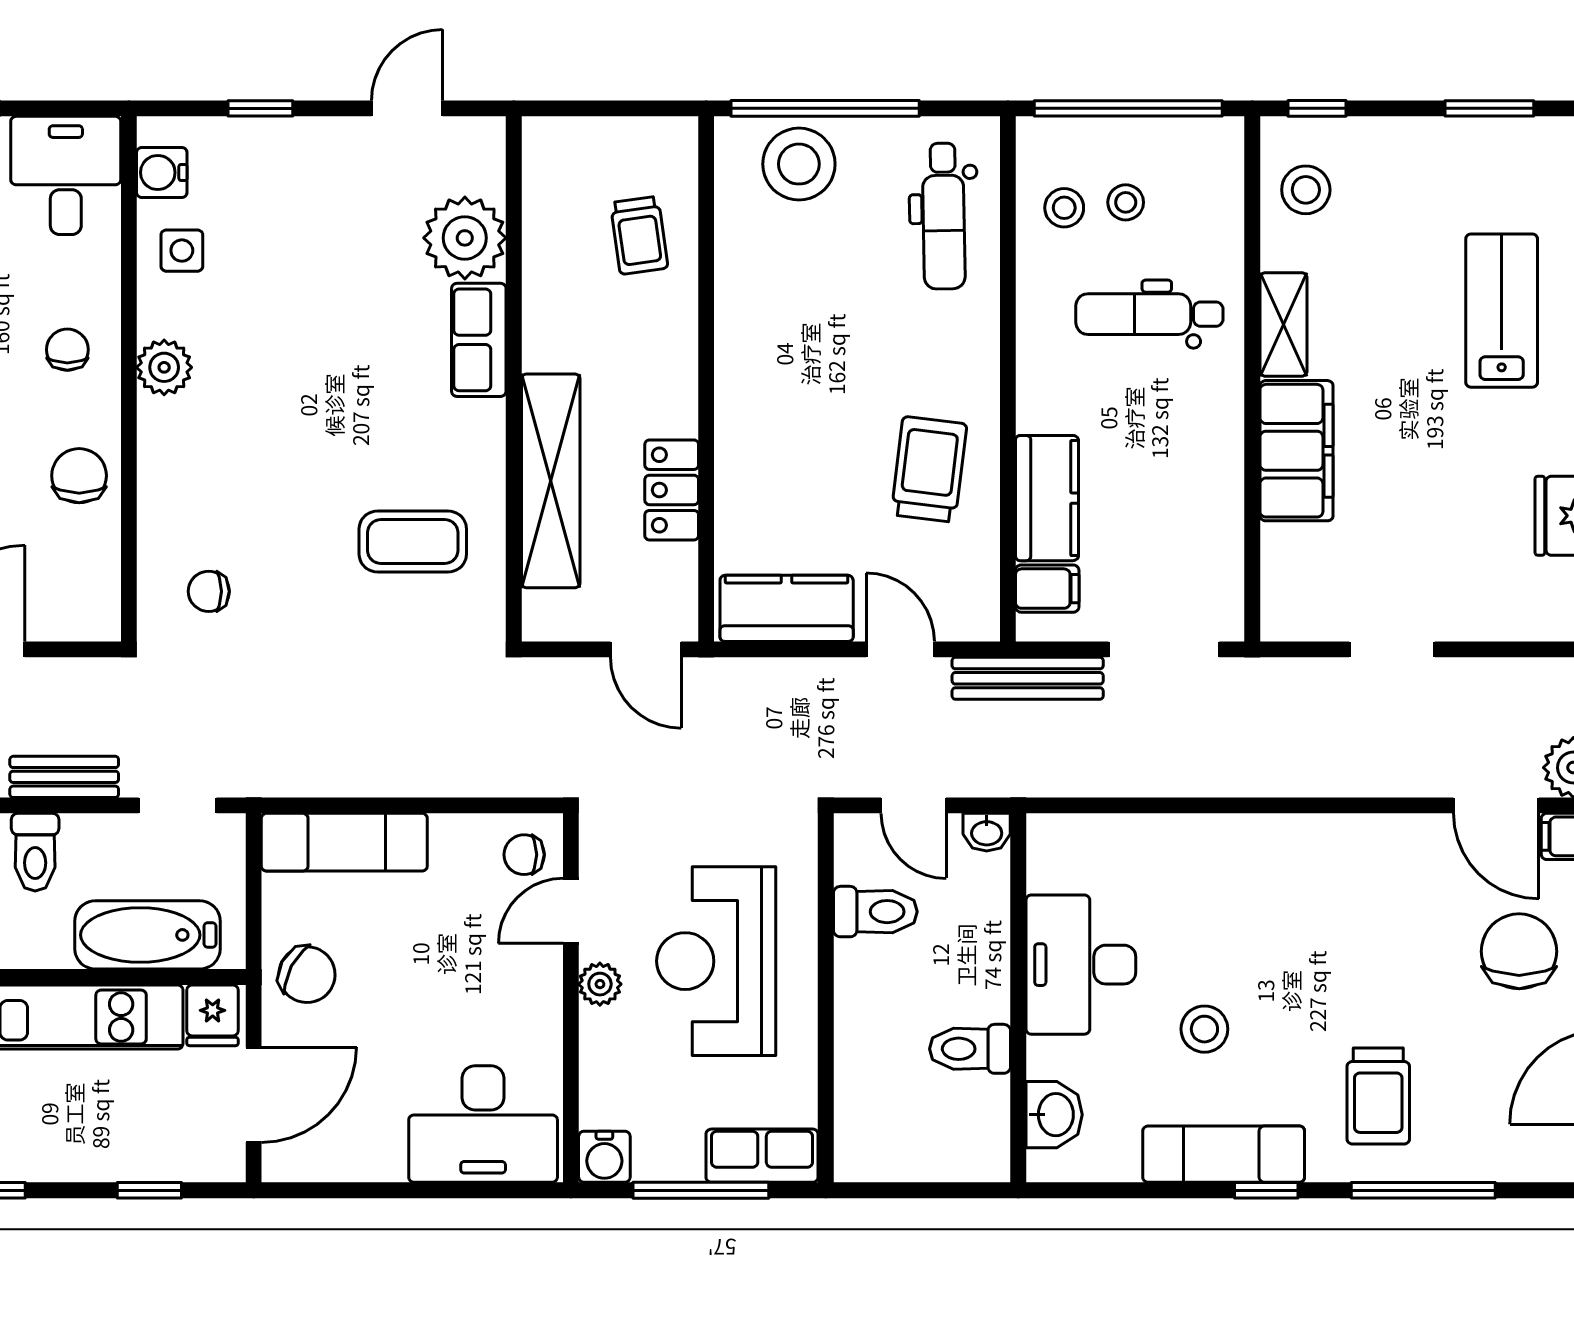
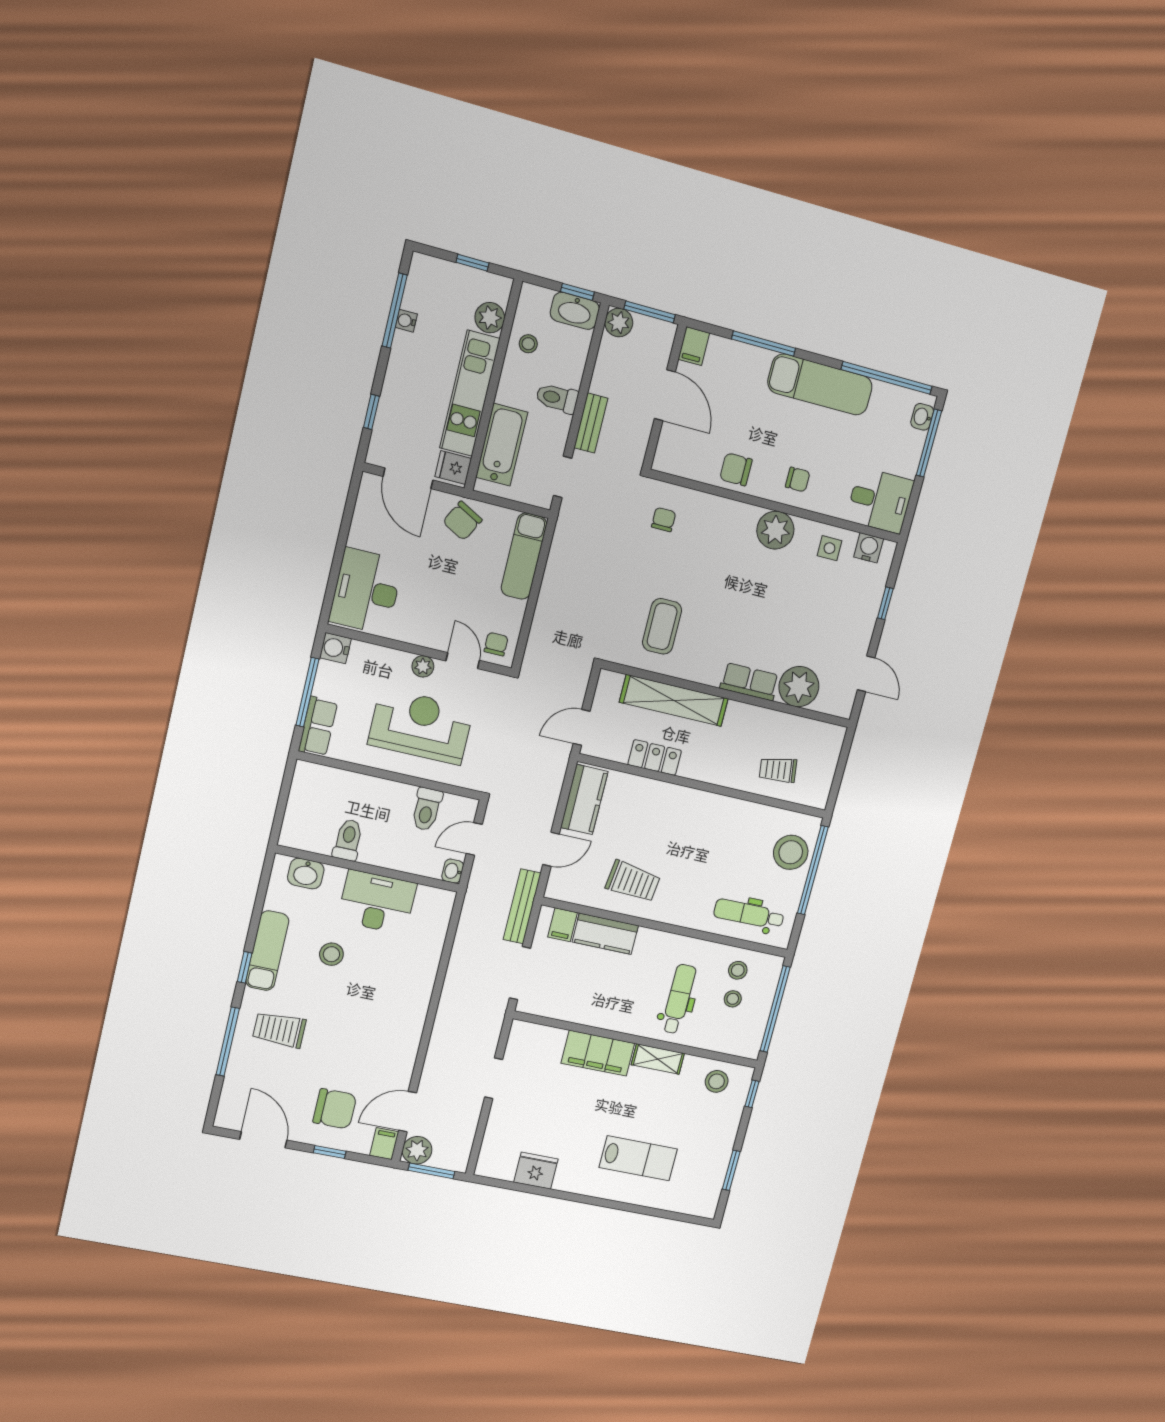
plant: (164, 367) -> (775, 530), width x1.36, depth x1.36
chair: (79, 476) -> (736, 469), turned 180

